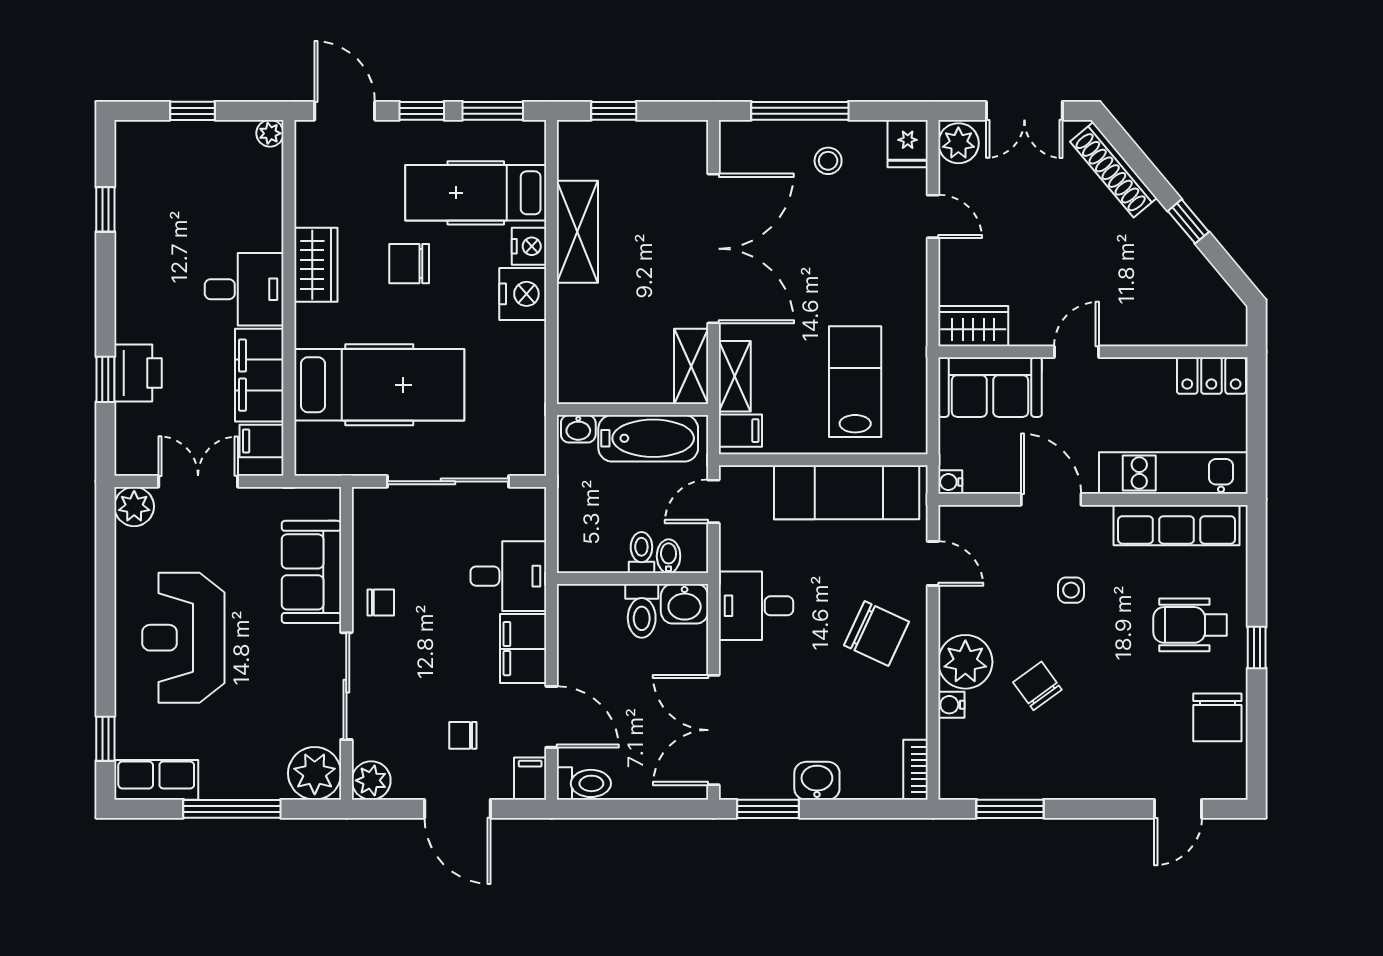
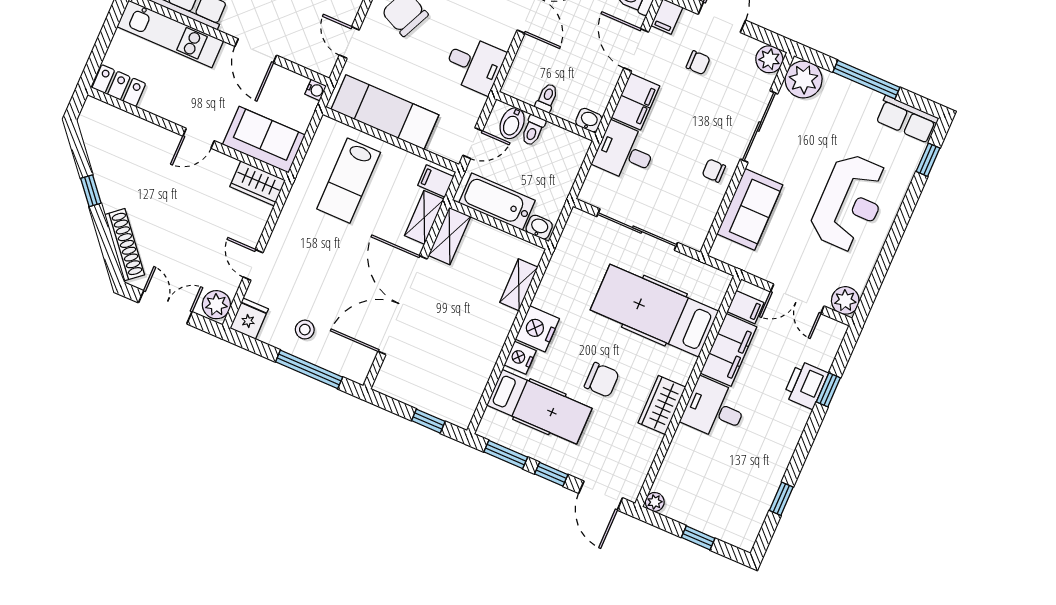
shelving: (577, 232) -> (519, 285), moved, width x0.67, depth x0.75
bidet: (669, 556) -> (512, 123), width x1.38, depth x1.36
washbasin: (685, 604) -> (589, 120), moved, width x0.72, depth x0.69
toilet: (642, 611) -> (547, 98), width x0.73, depth x0.72

